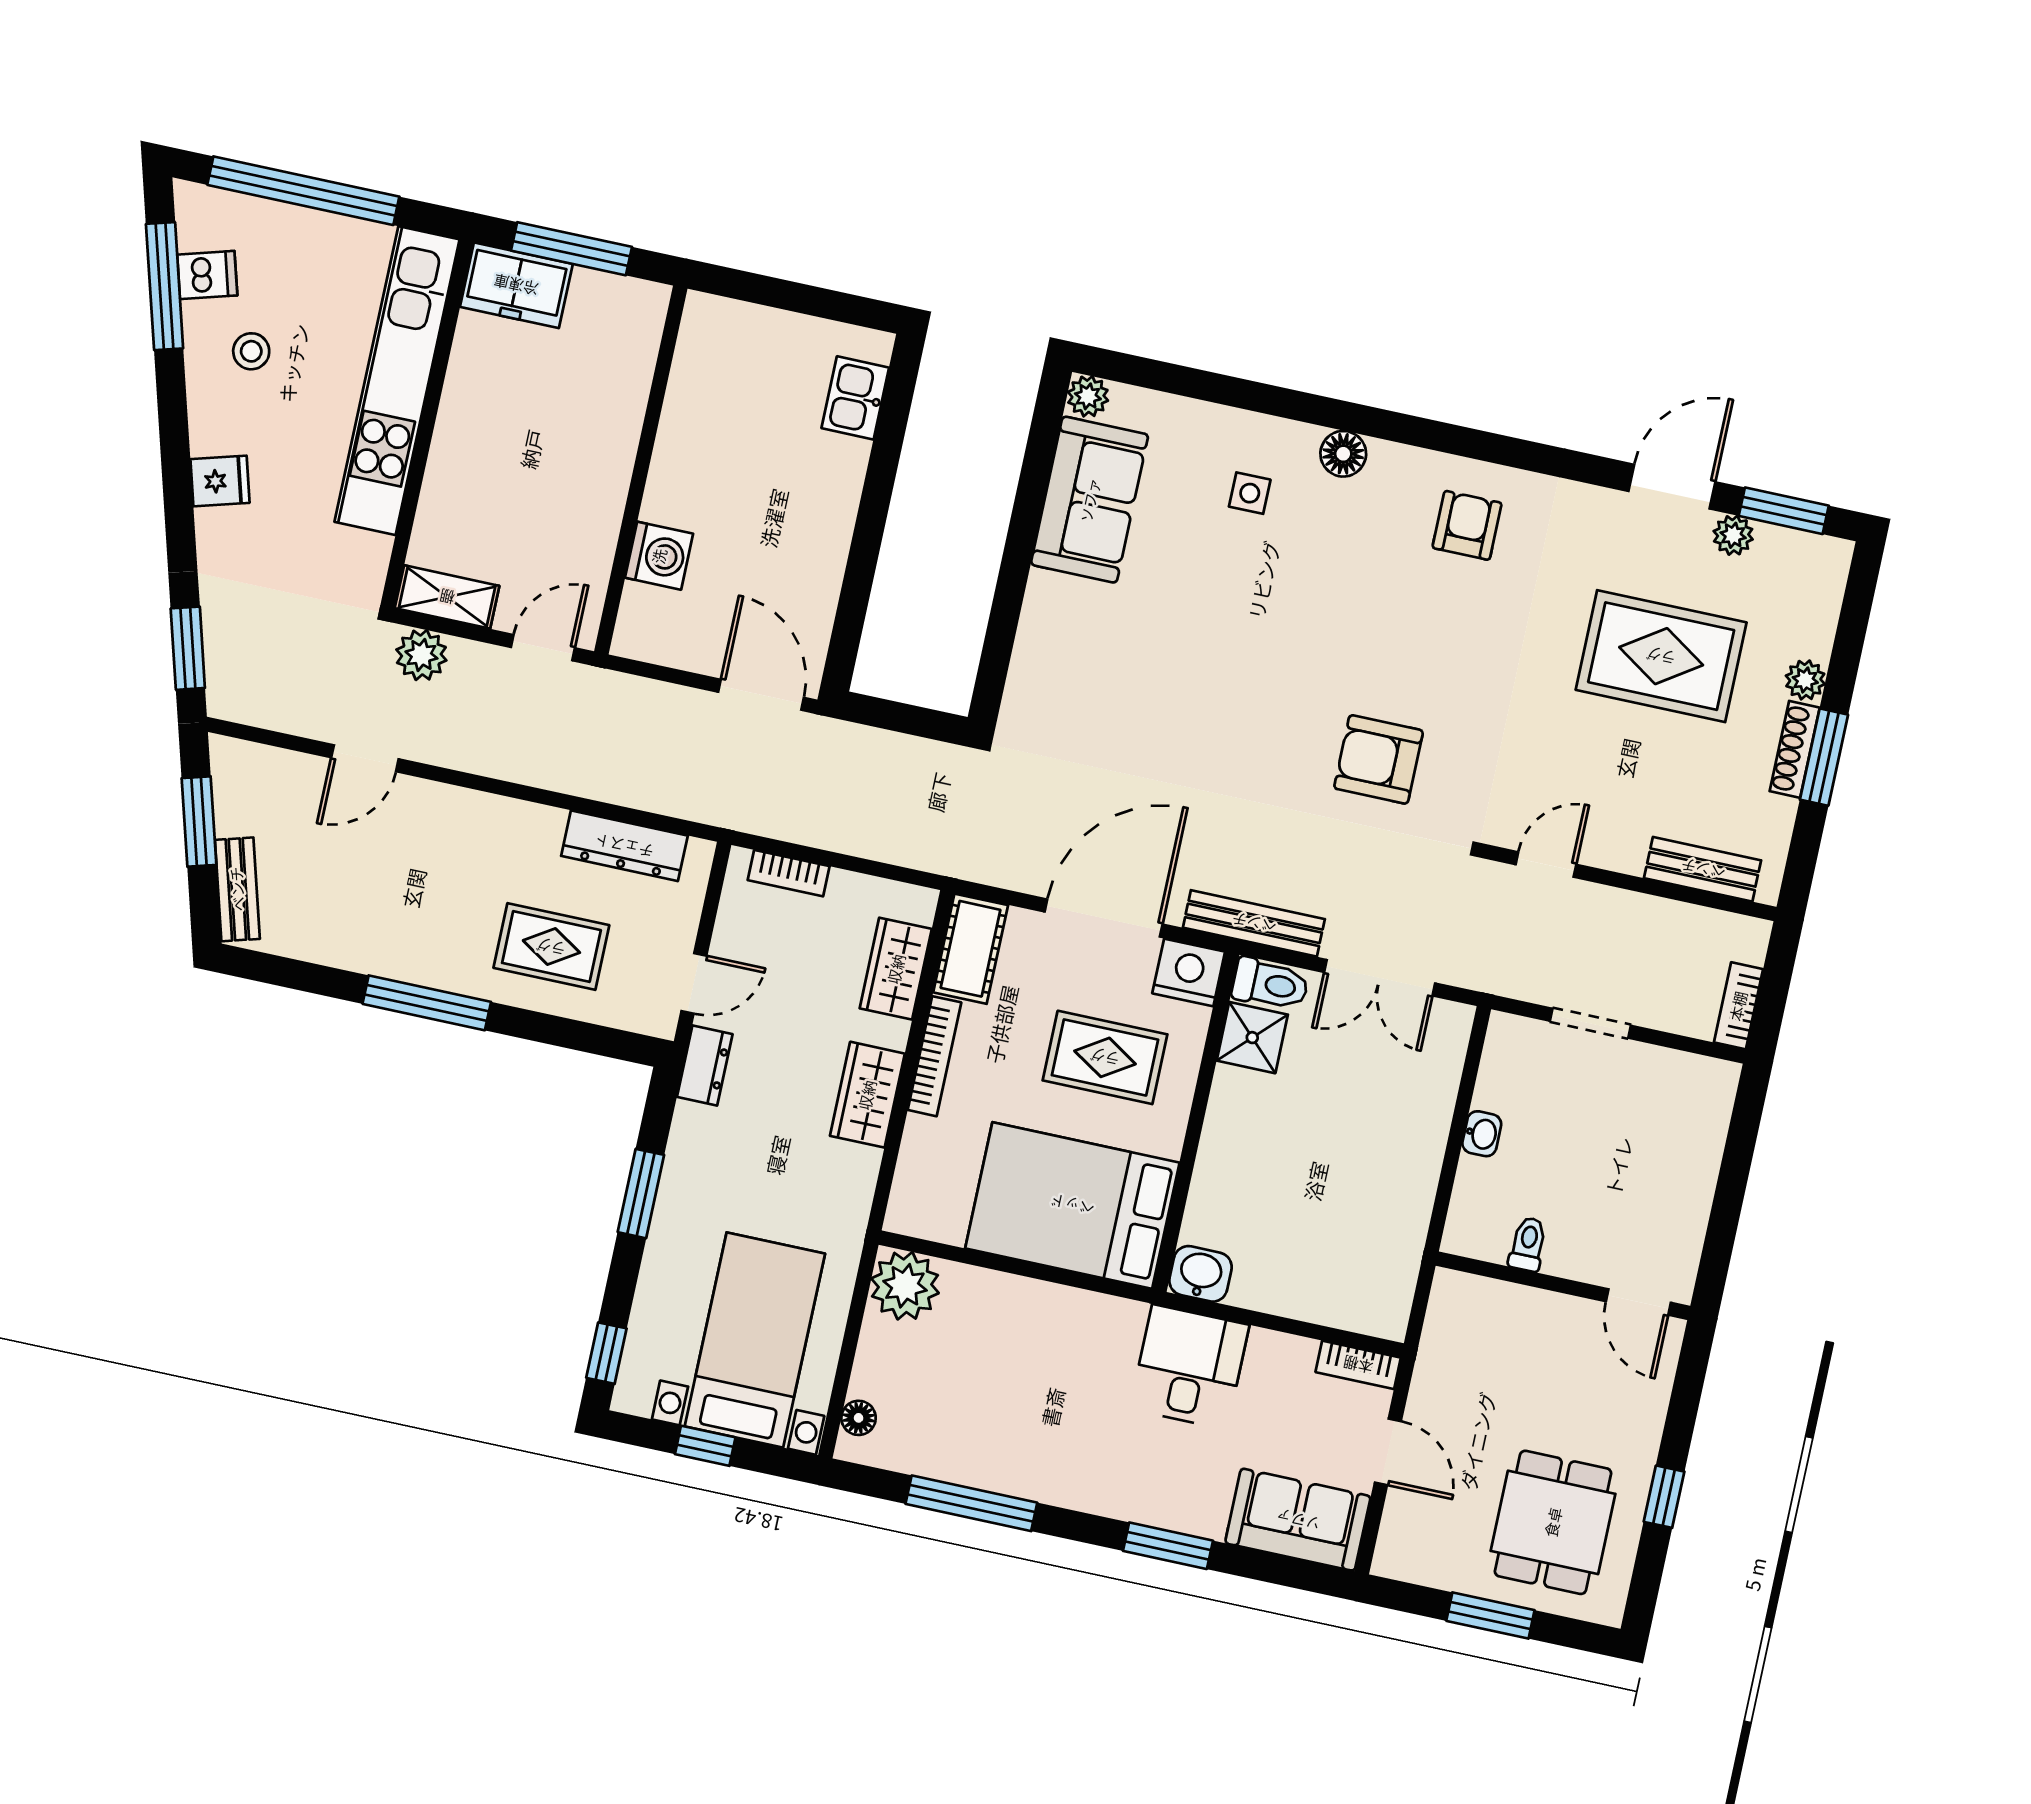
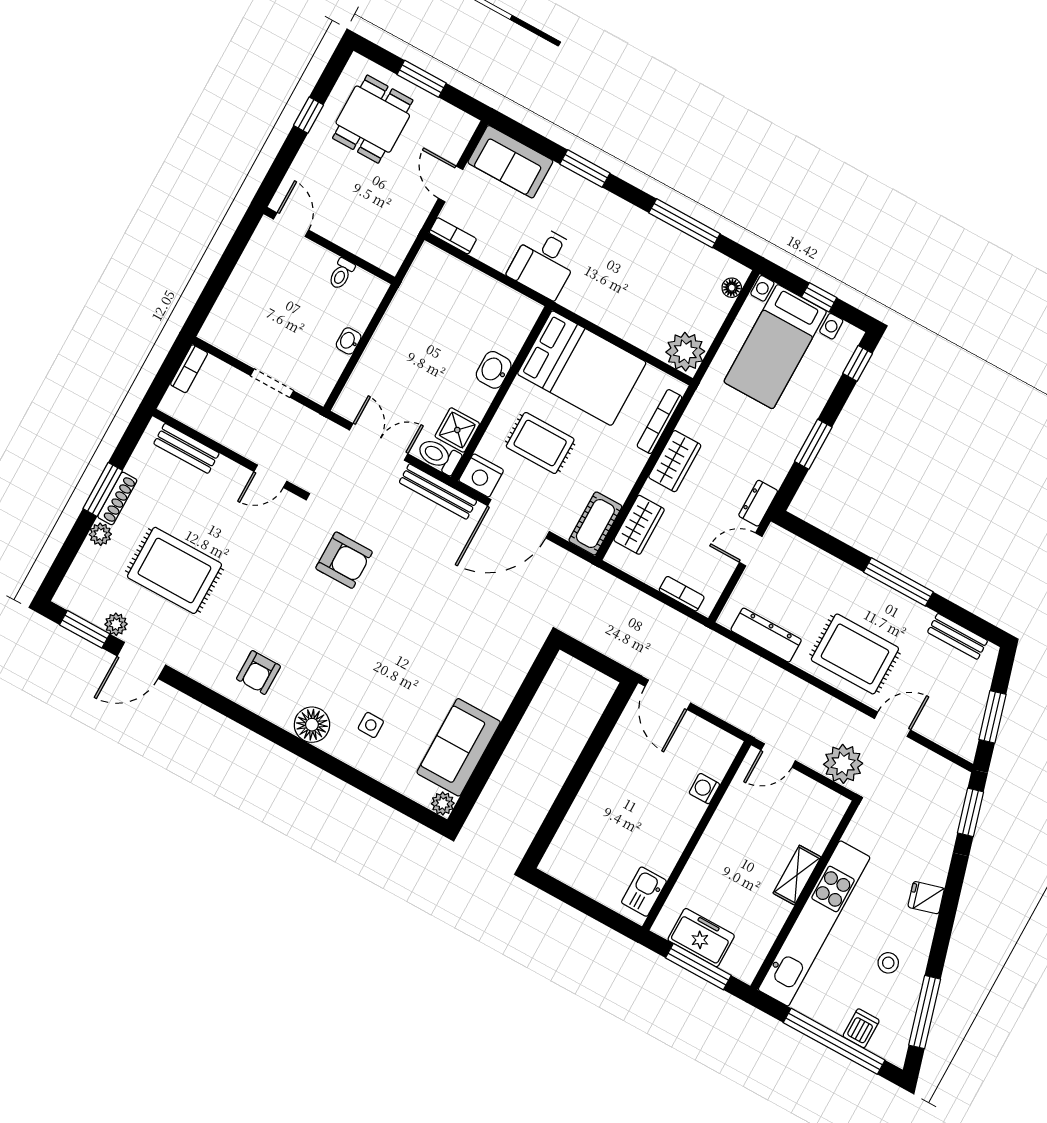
dishwasher: (207, 275) -> (861, 1028), moved, turned 106
freezer: (516, 285) -> (701, 938), moved
kitchen sink: (855, 398) -> (644, 892), moved, turned 180
floor lamp: (1343, 454) -> (312, 725), width x1.38, depth x1.38
washing machine: (659, 556) -> (704, 789), width x0.73, depth x0.73
shelving: (447, 597) -> (797, 875), moved, turned 90
plant: (421, 655) -> (843, 764), width x1.36, depth x1.36
bench: (237, 889) -> (958, 636), moved, turned -74
rug: (551, 947) -> (855, 654), moved, width x1.36, depth x1.43
bookcase: (934, 1056) -> (660, 422), moved
washbasin: (1201, 1274) -> (494, 370), moved, turned 90

